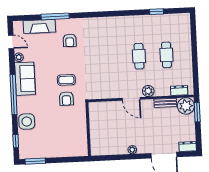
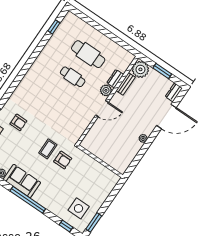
window: (156, 12) -> (54, 27), moved
cafe table: (166, 55) -> (88, 54), width x1.37, depth x1.35
dresser: (179, 91) -> (115, 79), moved
window: (197, 112) -> (162, 71), moved
side table: (27, 121) -> (79, 208), moved

